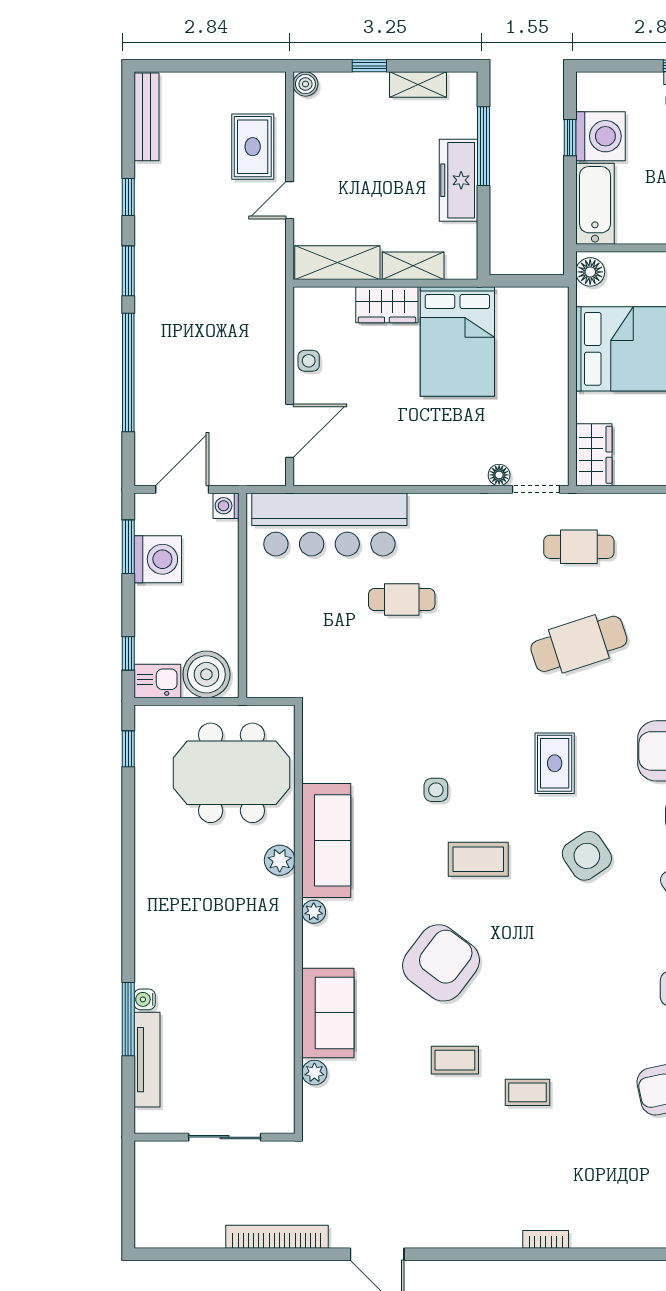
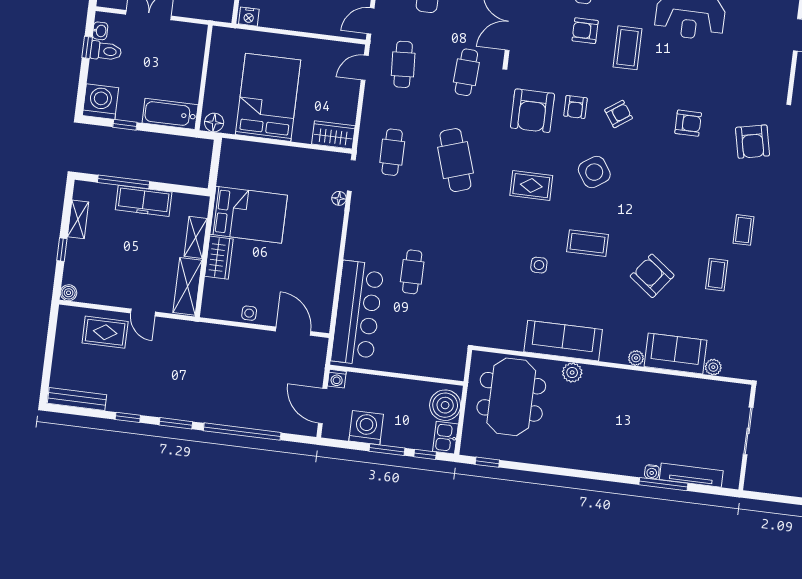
washing machine: (600, 136) -> (101, 102), moved
window: (128, 547) -> (387, 450), moved
coffee table: (478, 859) -> (588, 243), turned 90
plant: (314, 912) -> (636, 358), moved
armchair: (441, 963) -> (652, 276), width x0.73, depth x0.73

